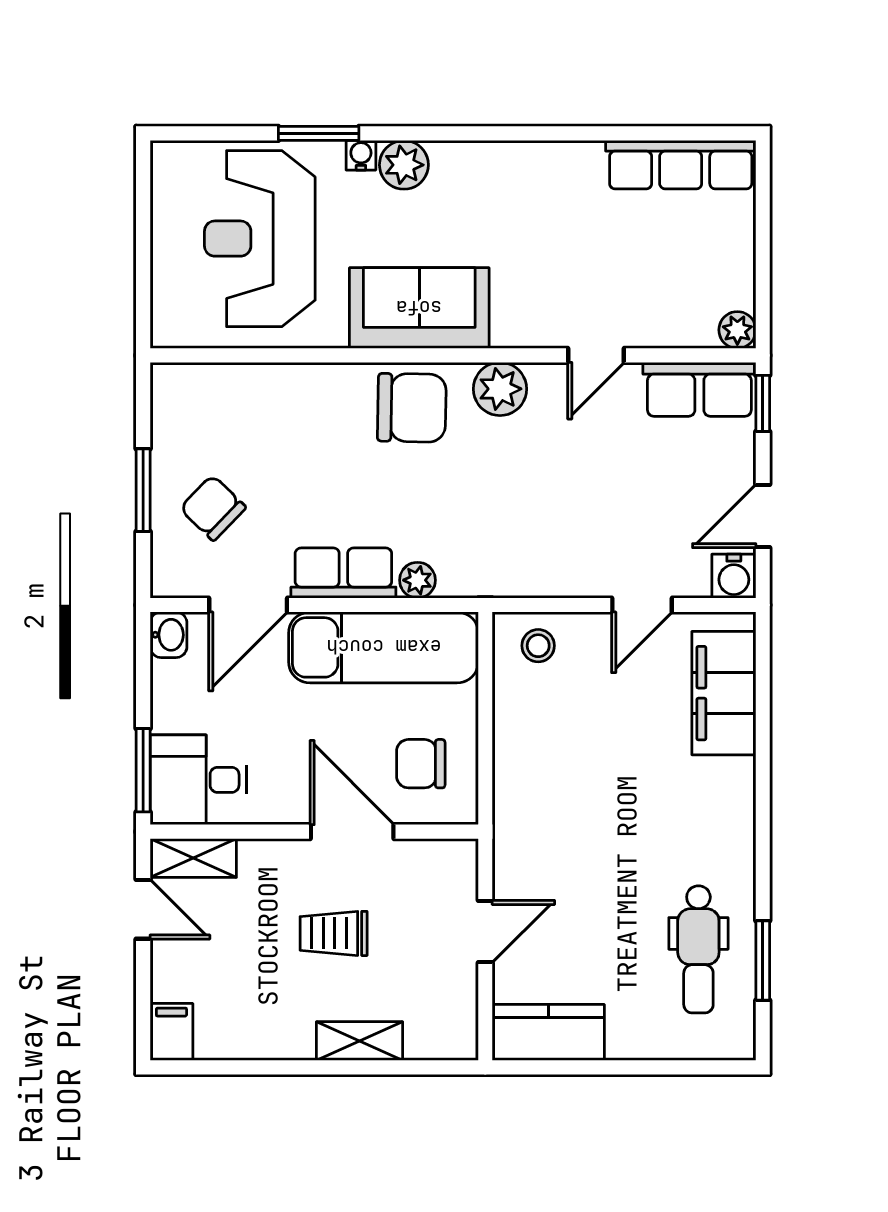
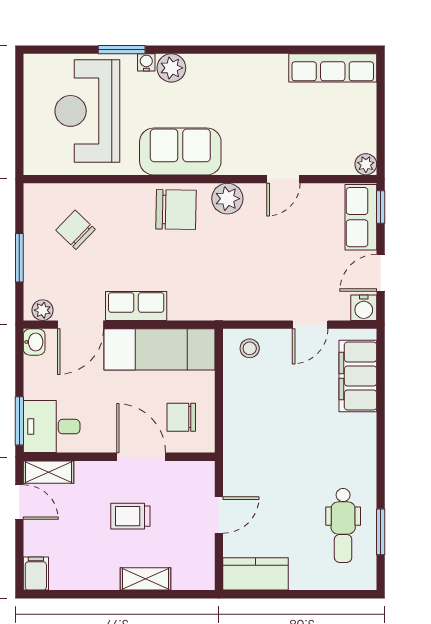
row of seats: (699, 389) -> (361, 217), moved, turned 90
chair: (213, 508) -> (75, 230), moved
plant: (417, 580) -> (43, 310), moved

